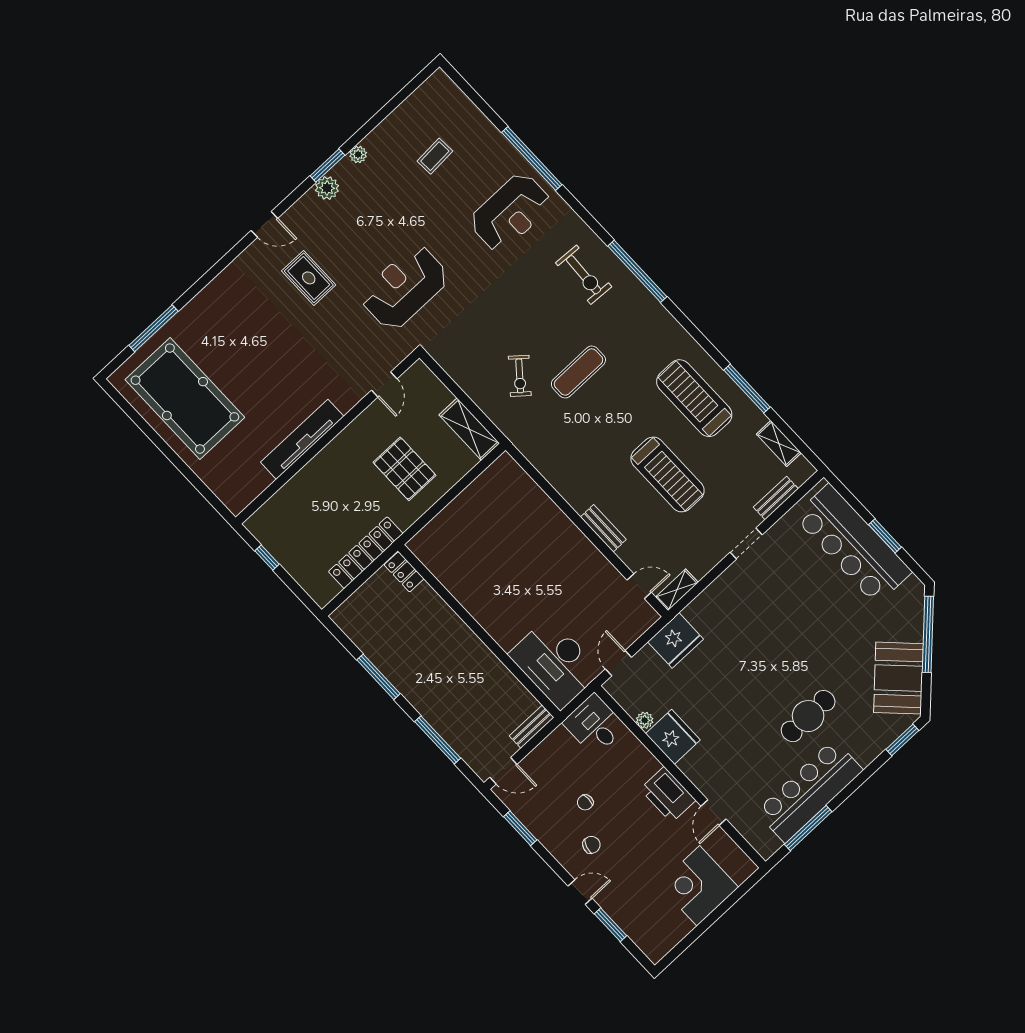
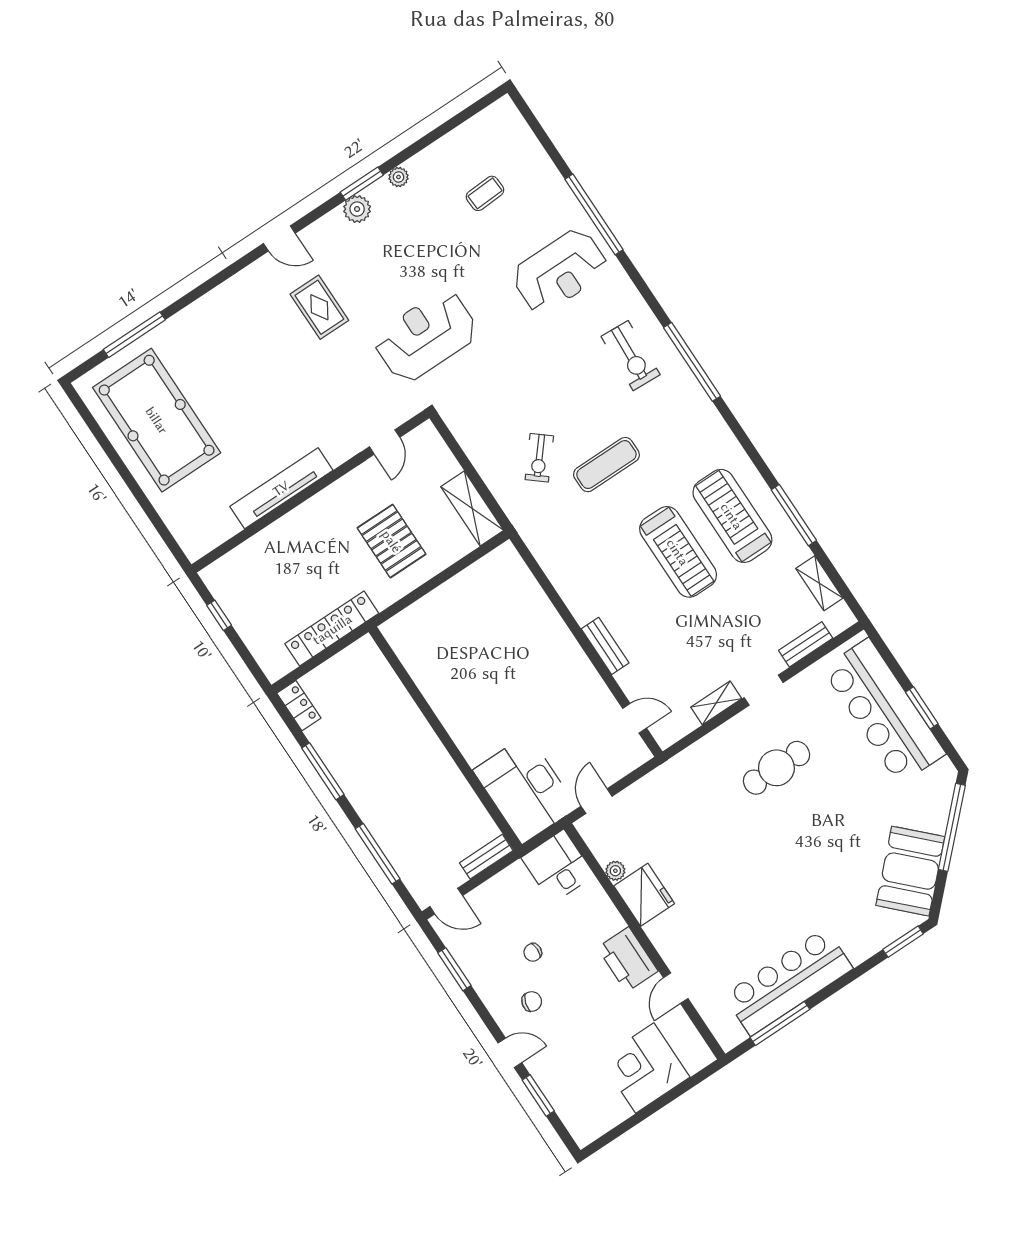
treadmill: (668, 474) -> (678, 552), moved
locker: (404, 572) -> (299, 706), moved, turned 180
shelving: (677, 590) -> (716, 703), moved
fridge: (676, 640) -> (665, 786), removed
cafe table: (808, 716) -> (776, 768), moved

